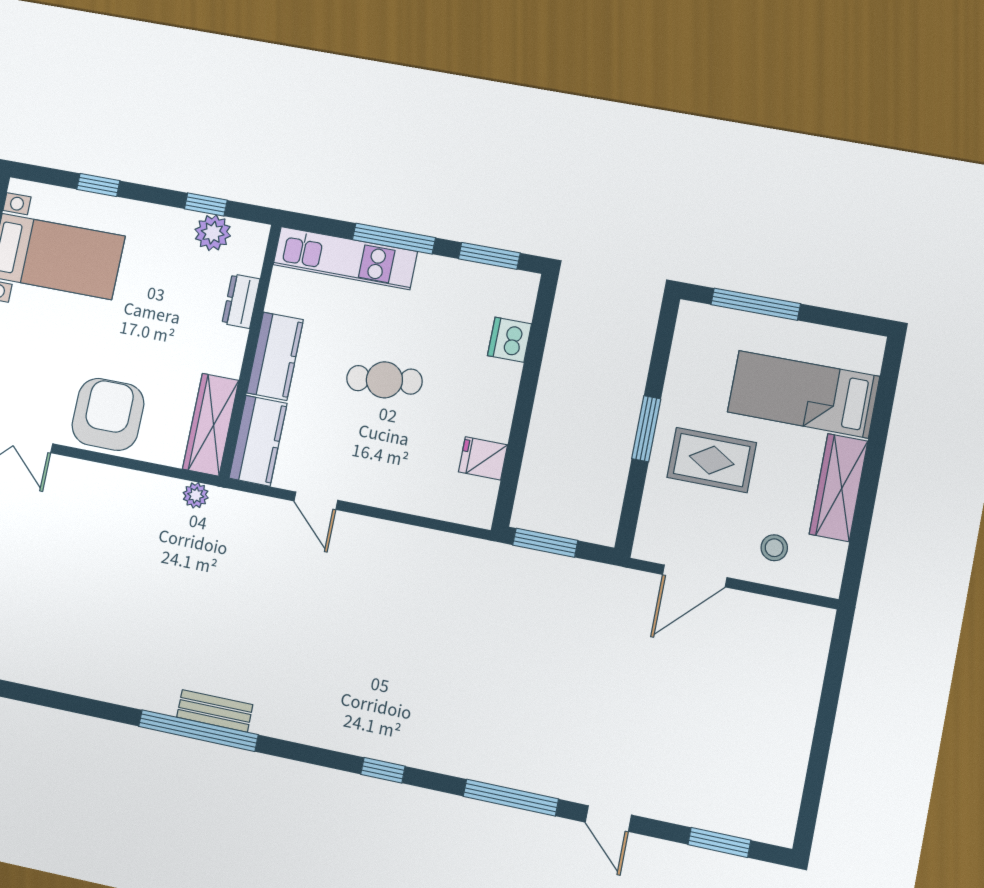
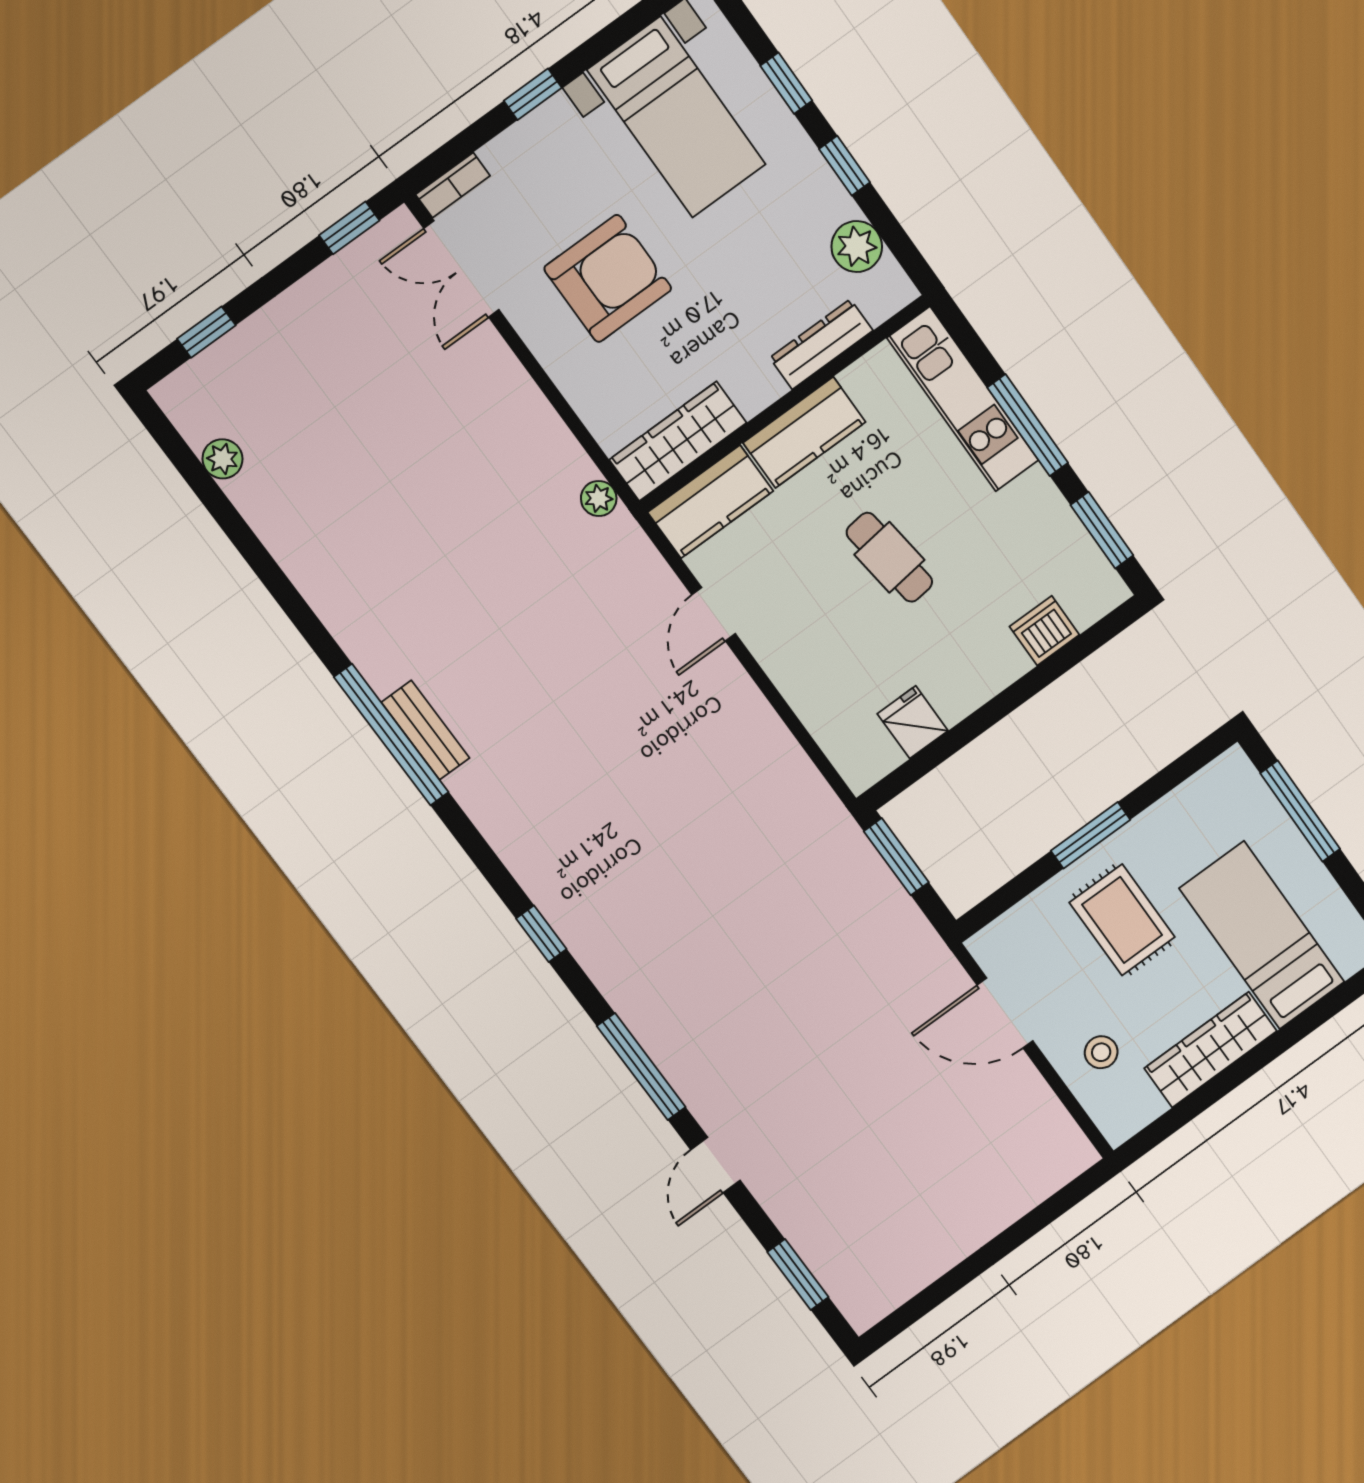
window: (206, 204) -> (845, 166), moved
dresser: (241, 301) -> (821, 344), width x1.44
armchair: (108, 414) -> (608, 279), moved

